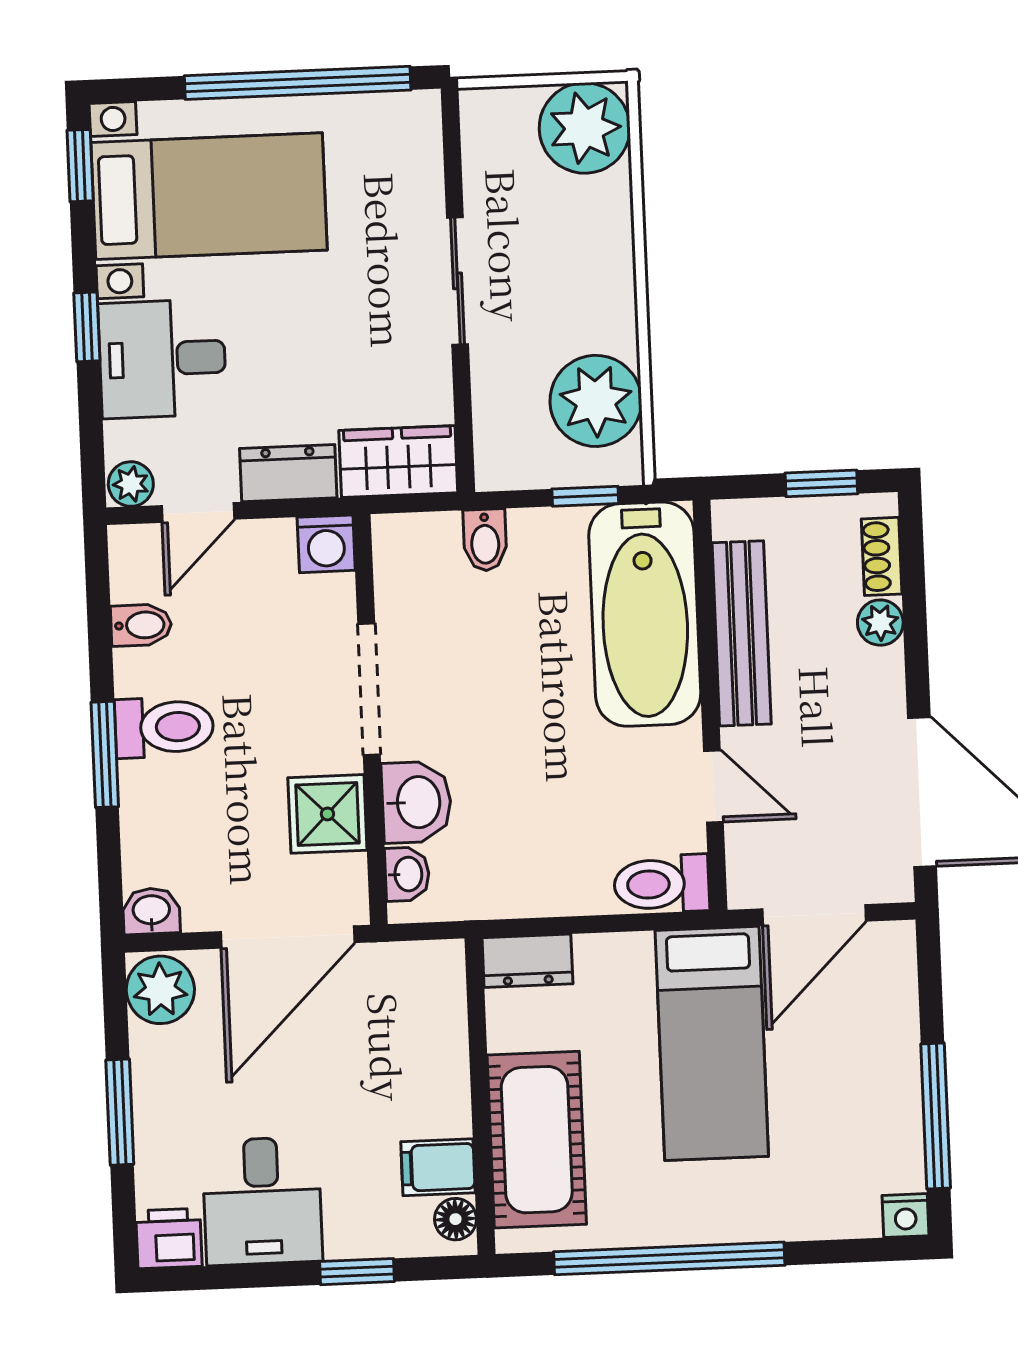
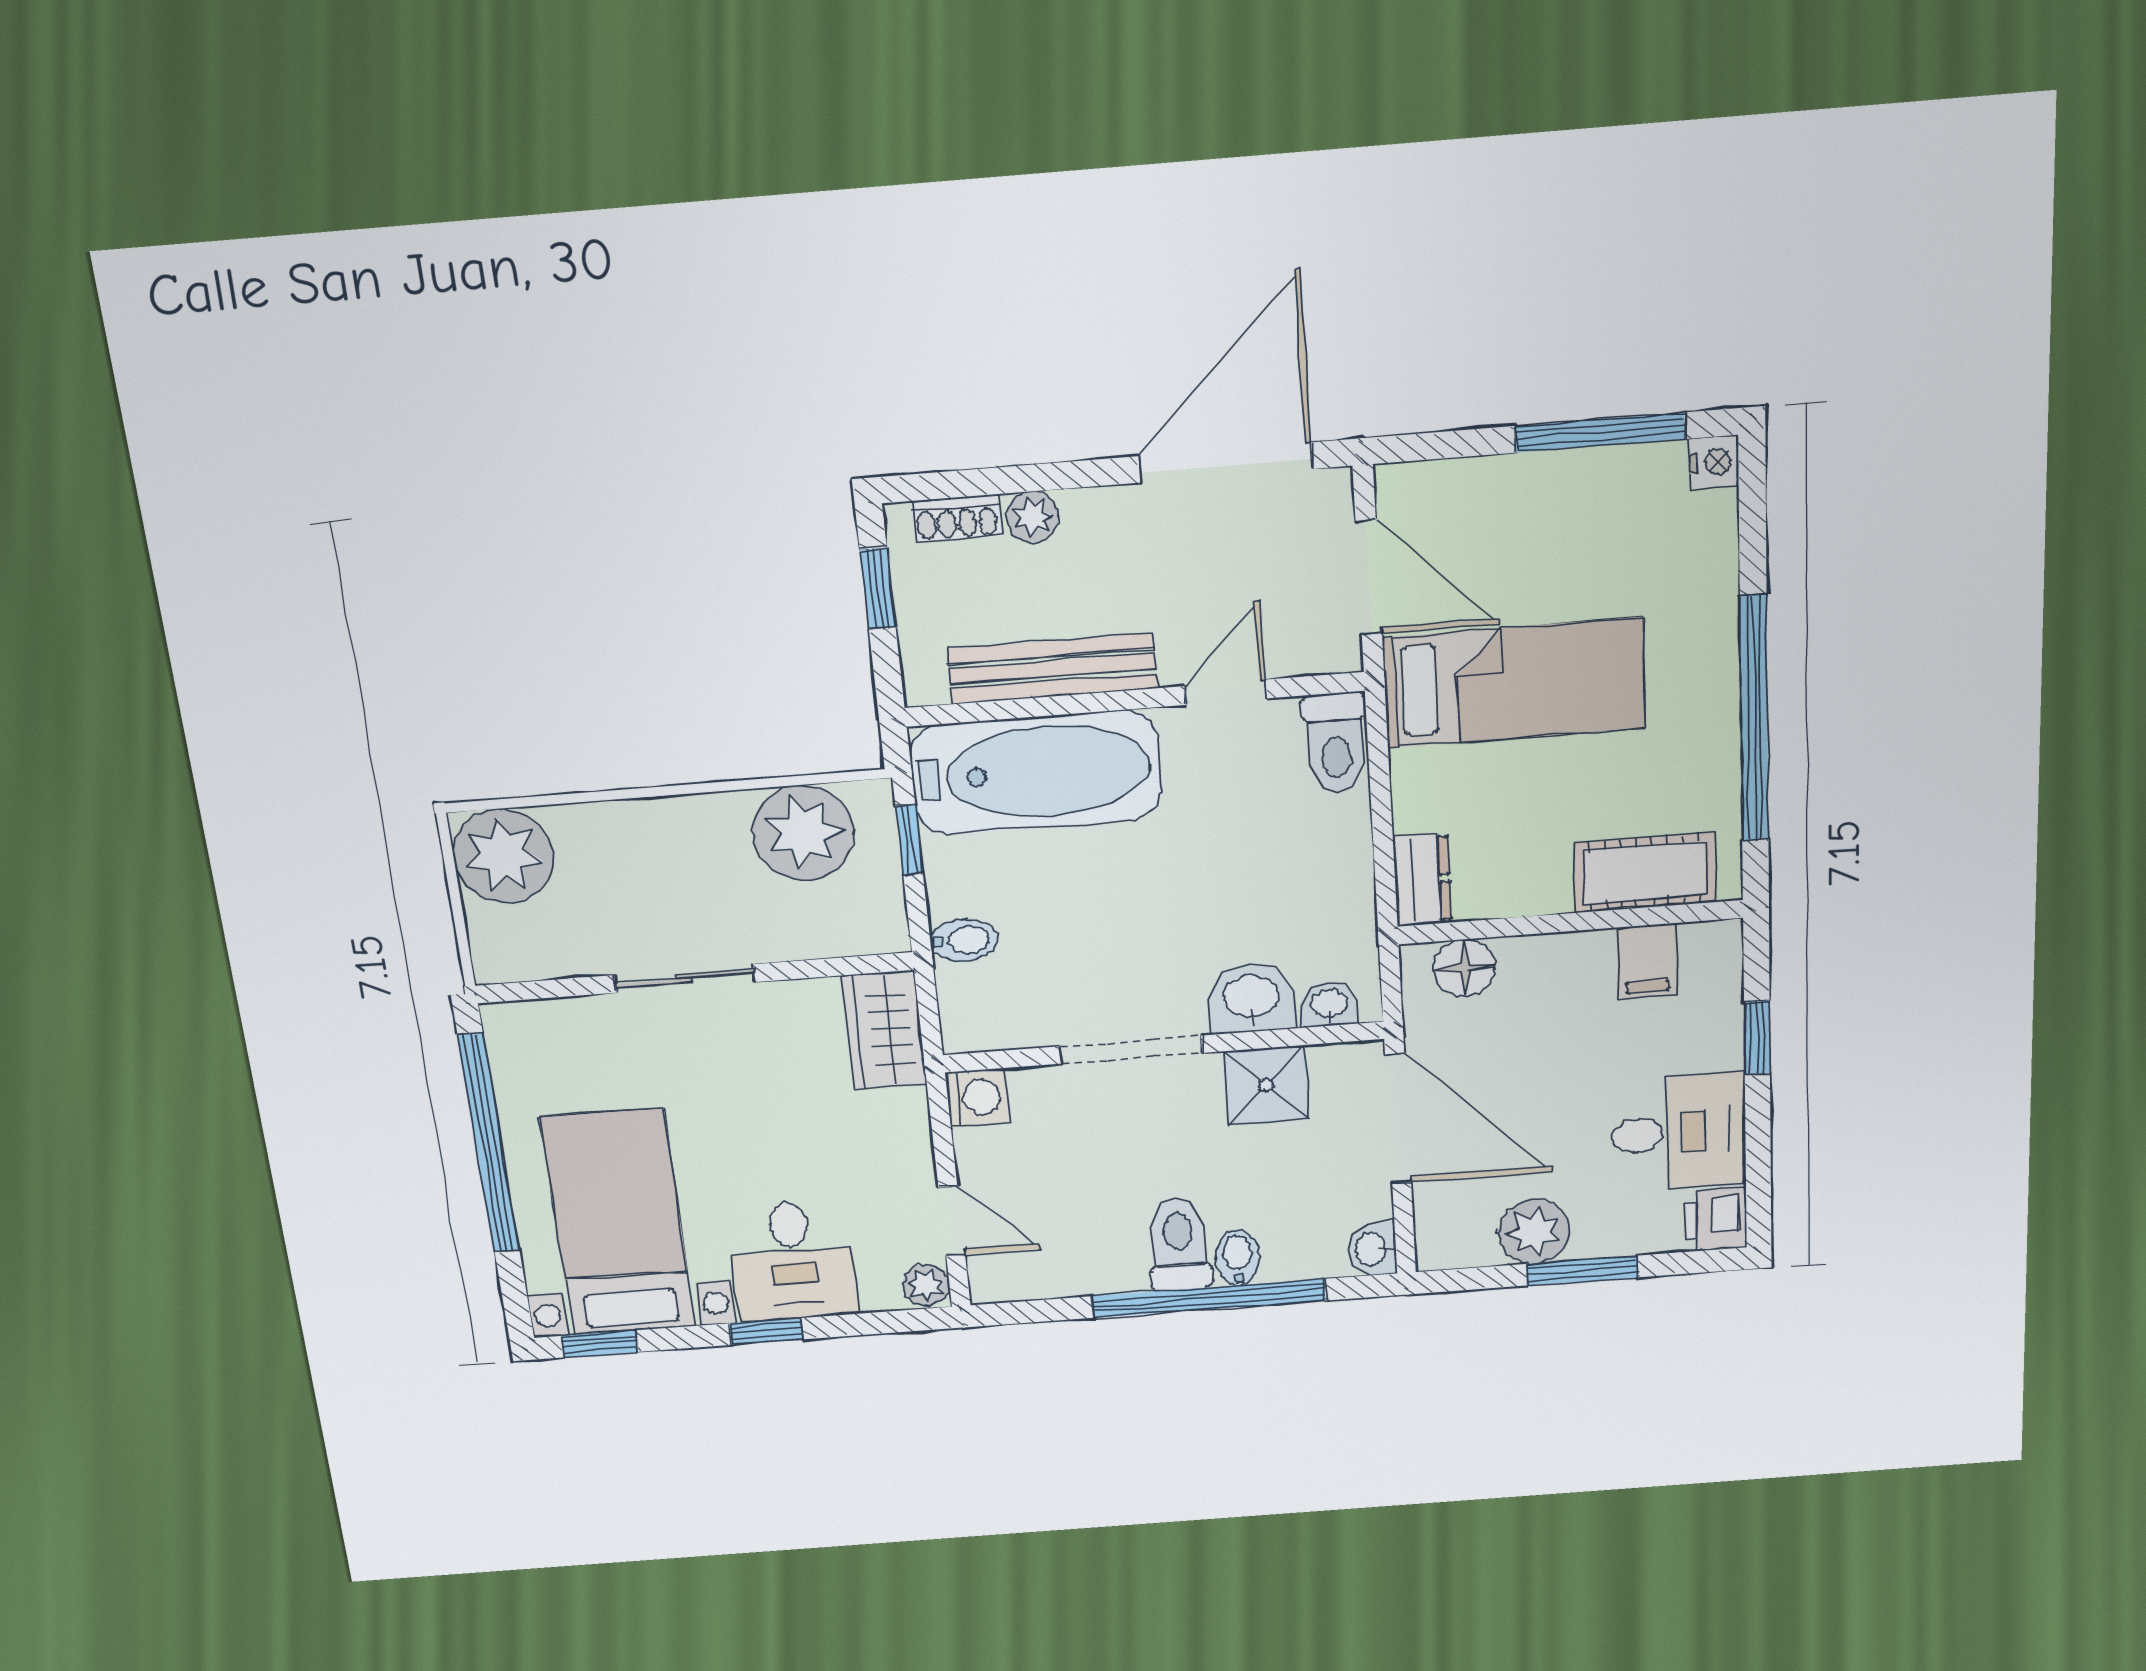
dresser: (288, 473) -> (904, 1137), removed
bidet: (141, 625) -> (1237, 1258), moved
window: (105, 754) -> (1209, 1298), width x2.11
plant: (160, 990) -> (1534, 1232), moved
cot: (537, 1140) -> (1645, 873), width x0.73, depth x0.75
floor lamp: (455, 1219) -> (1464, 968), moved, width x1.37, depth x1.37

